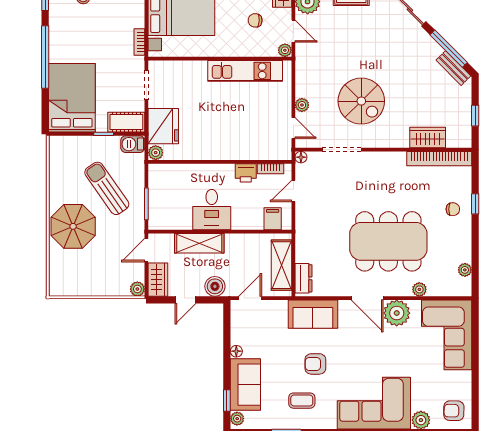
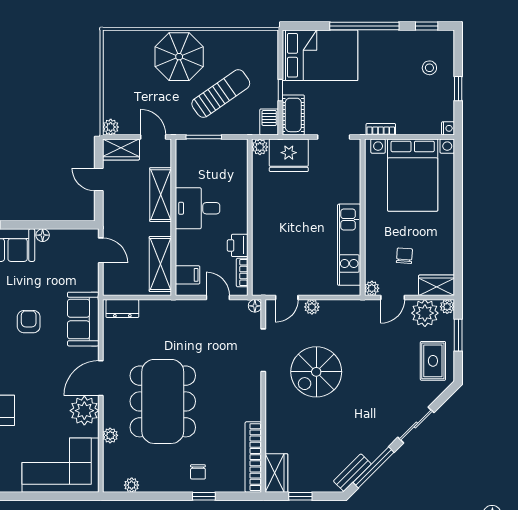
wardrobe: (428, 137) -> (276, 473), moved
shelving: (281, 265) -> (160, 264), moved, turned 90
boiler: (215, 286) -> (114, 212), removed

